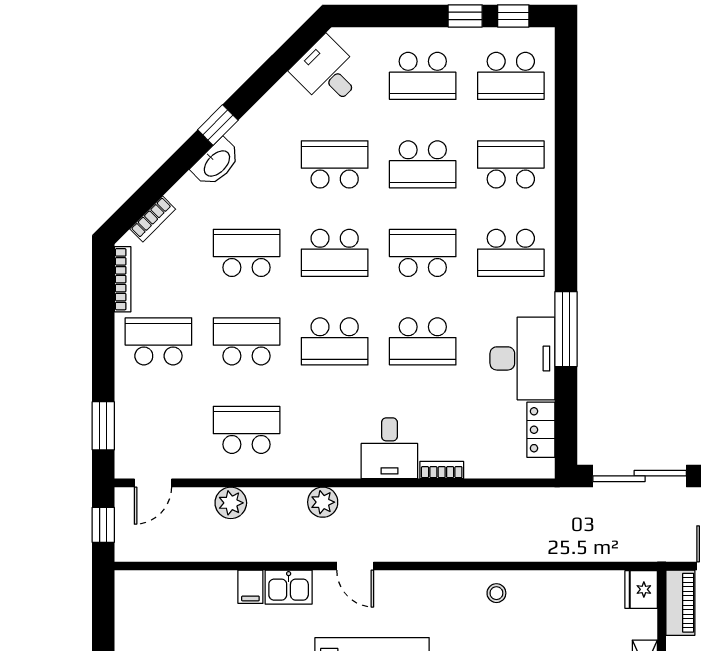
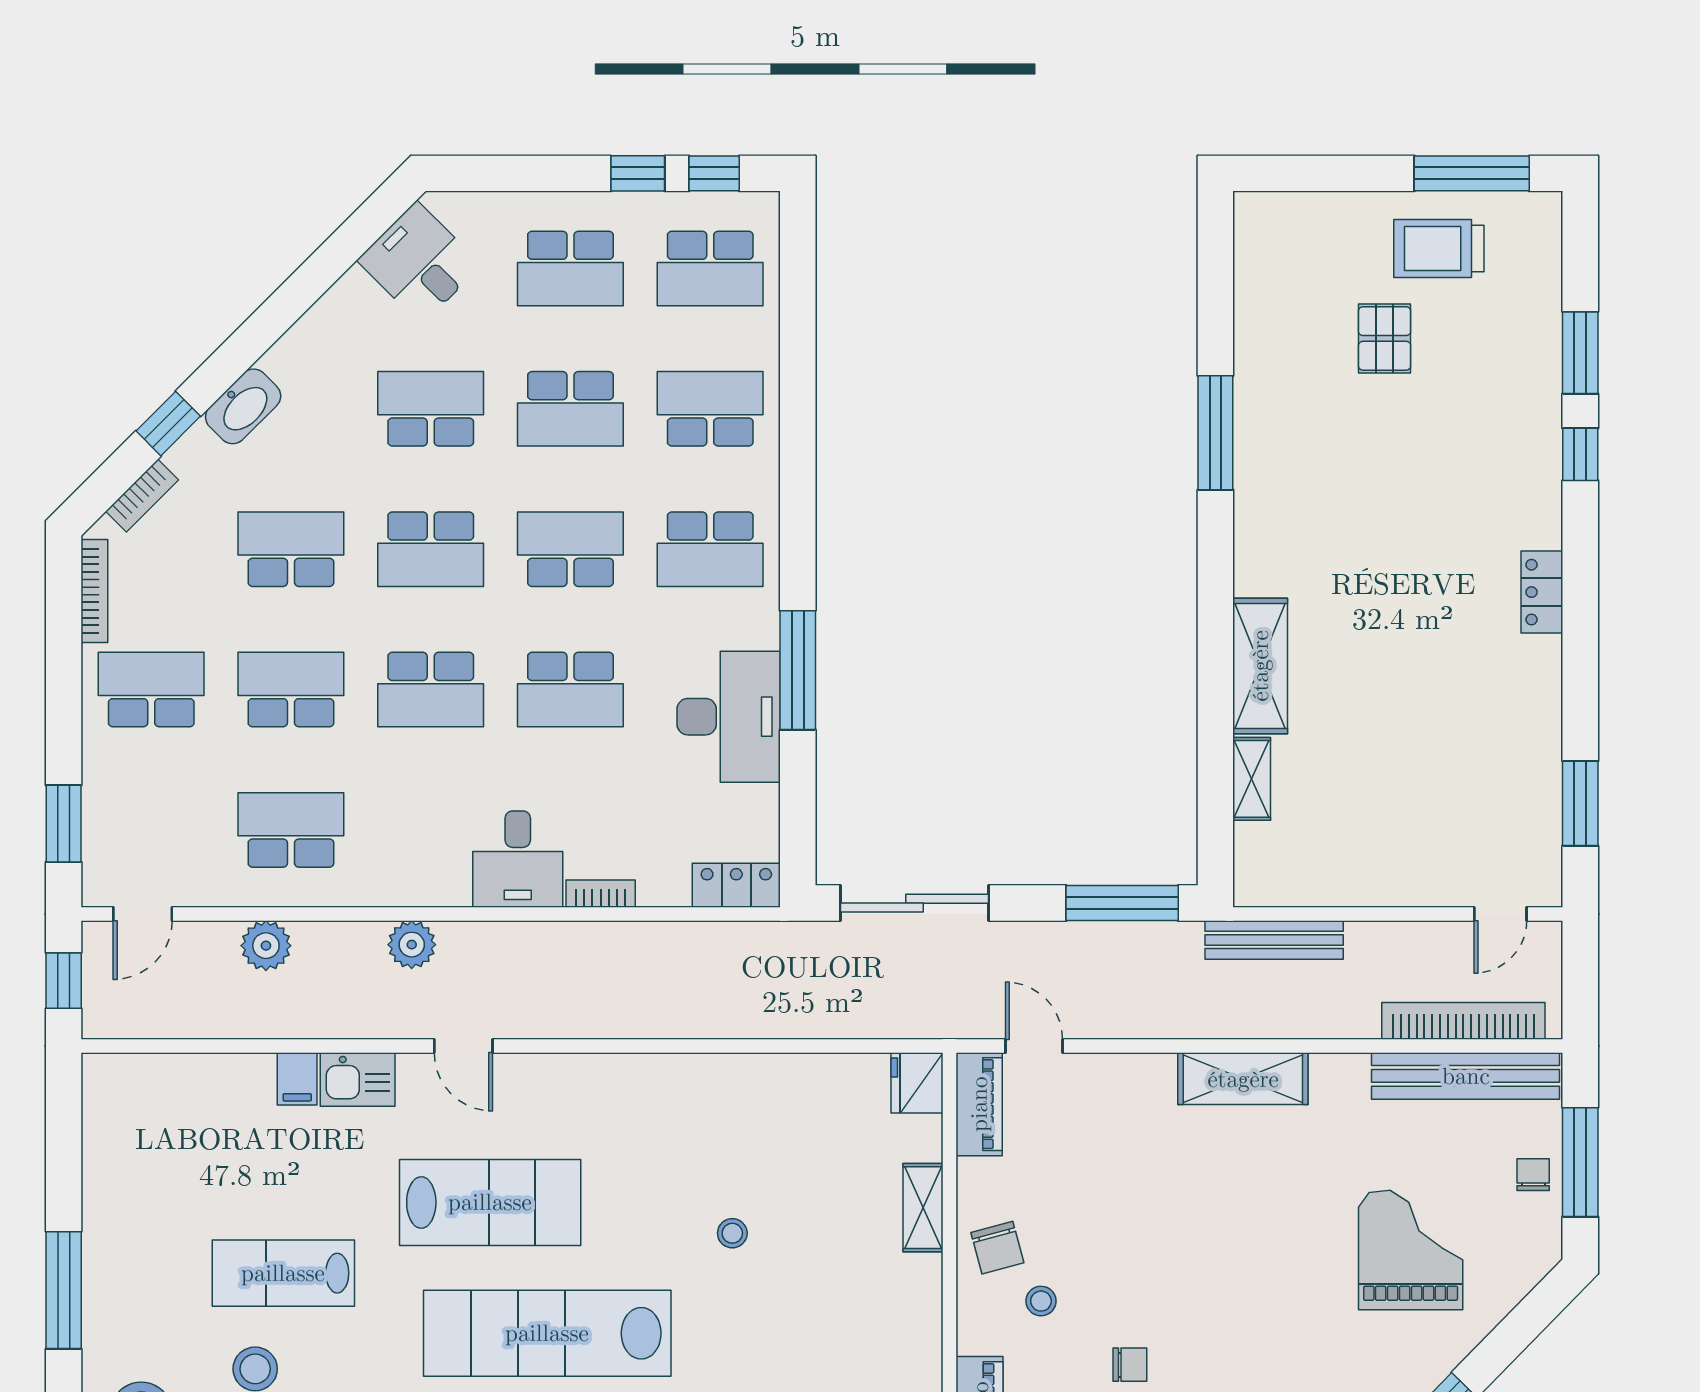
window: (218, 125) -> (168, 424), moved
locker: (541, 430) -> (736, 885), moved, turned 90
stool: (496, 593) -> (687, 1089), removed

